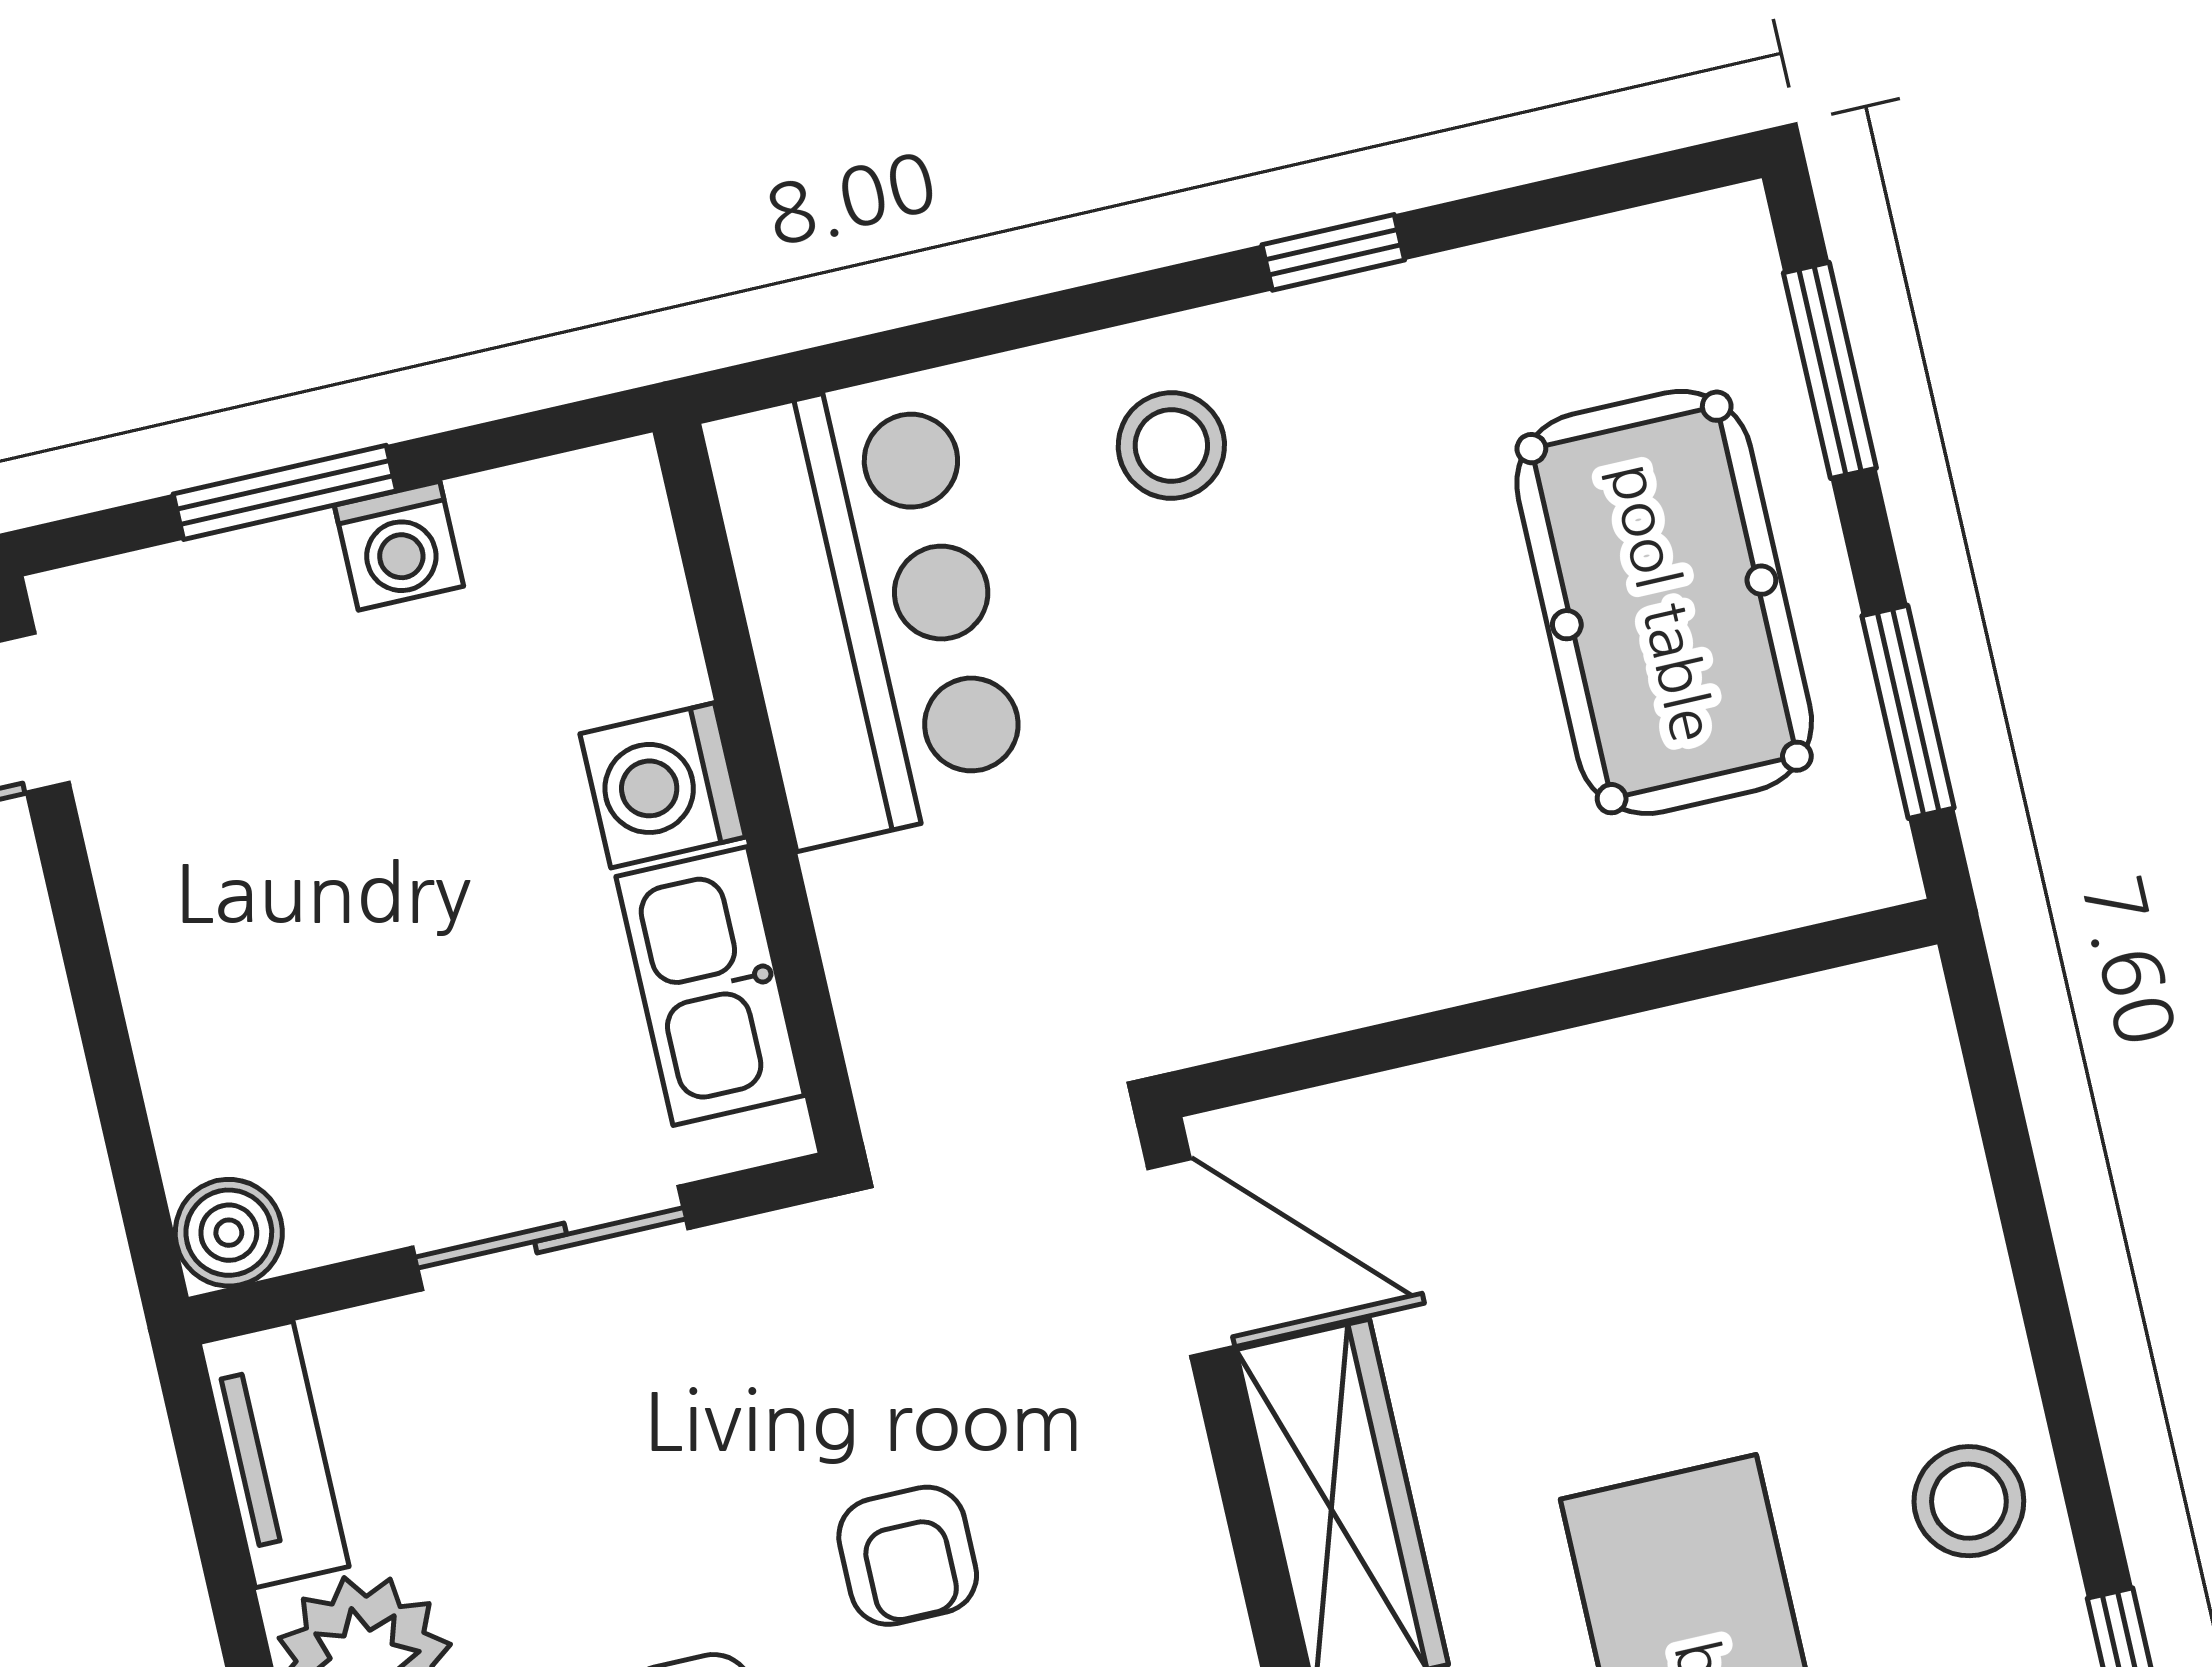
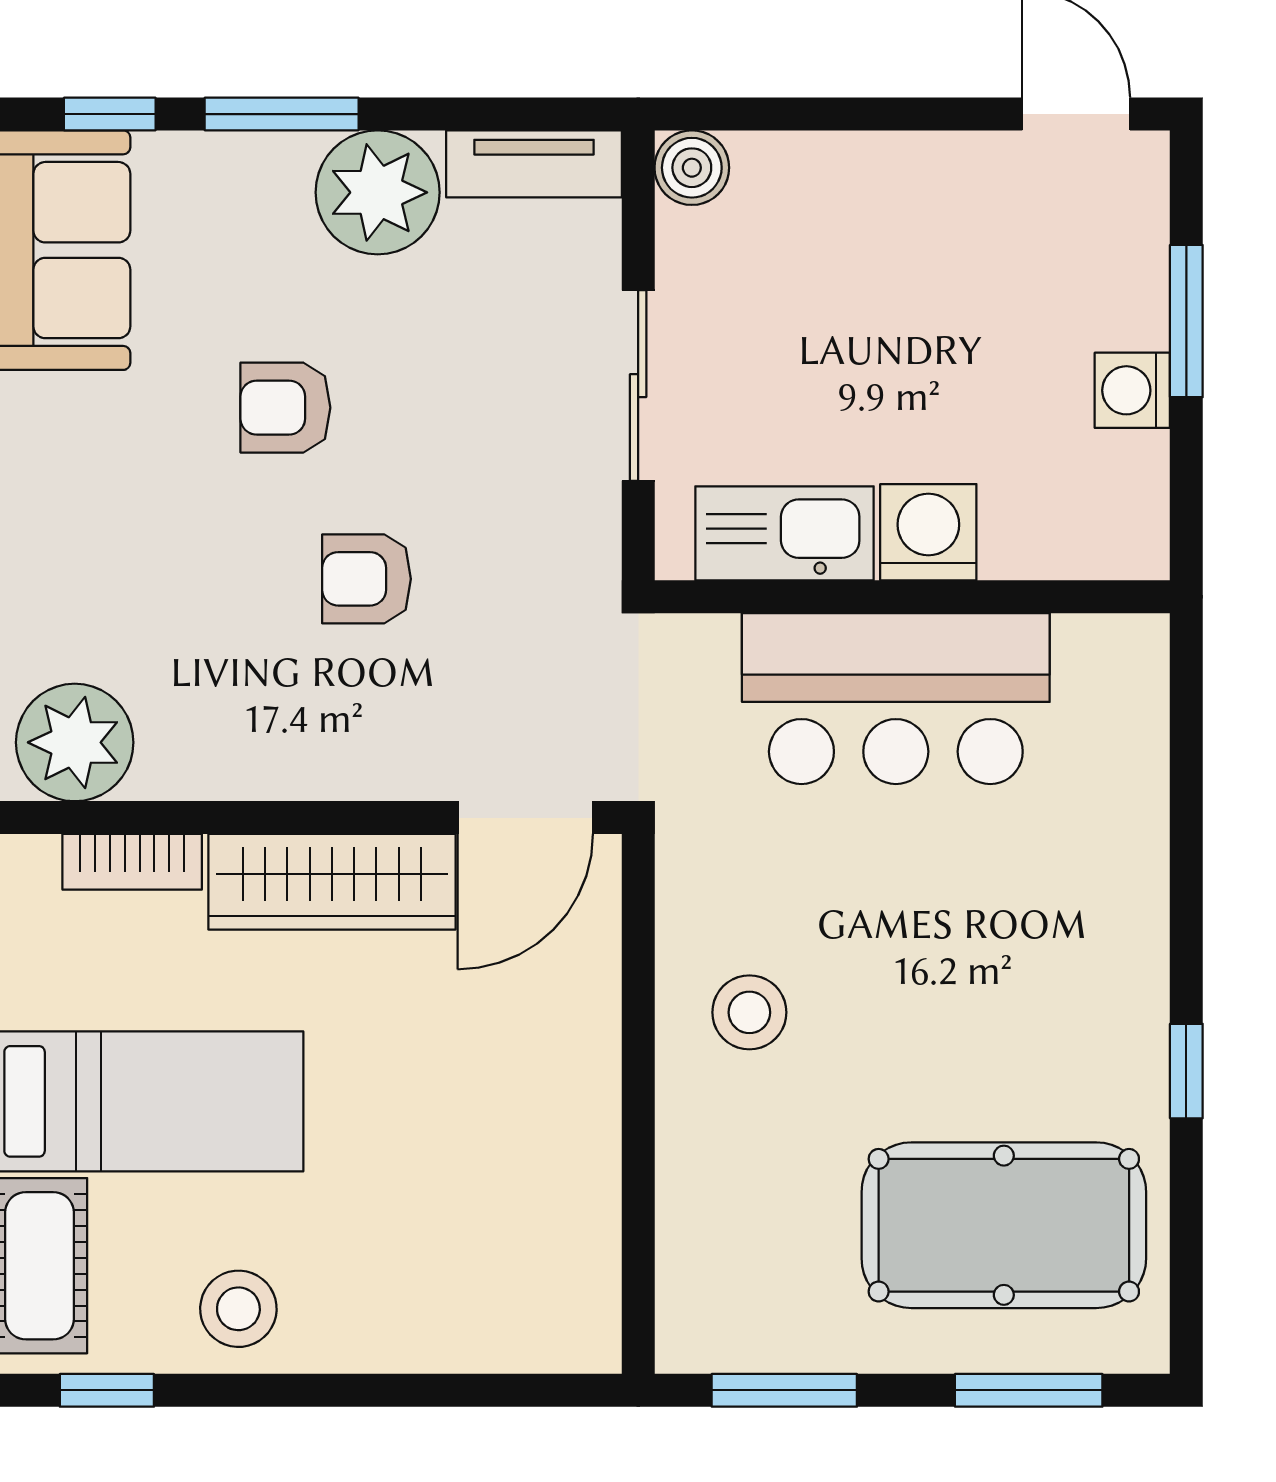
stool: (1171, 446) -> (749, 1012), moved
pool table: (1664, 602) -> (1004, 1225), moved
bar counter: (867, 610) -> (896, 699), moved

